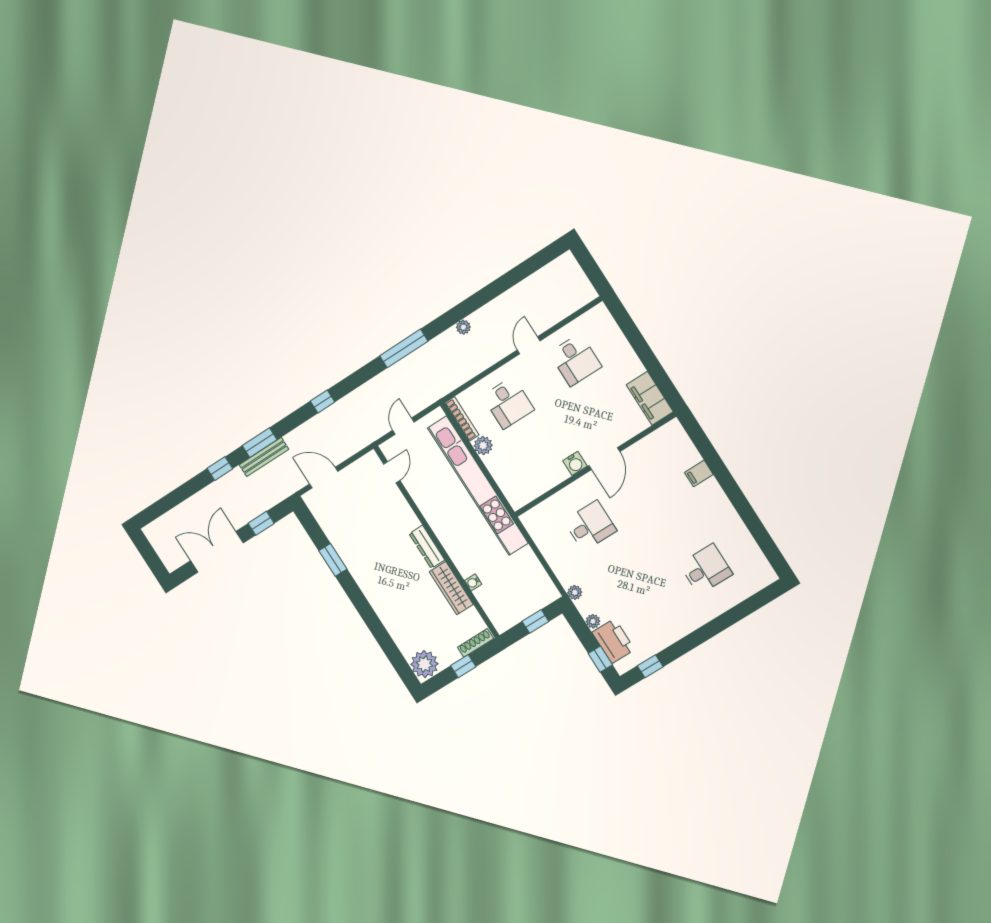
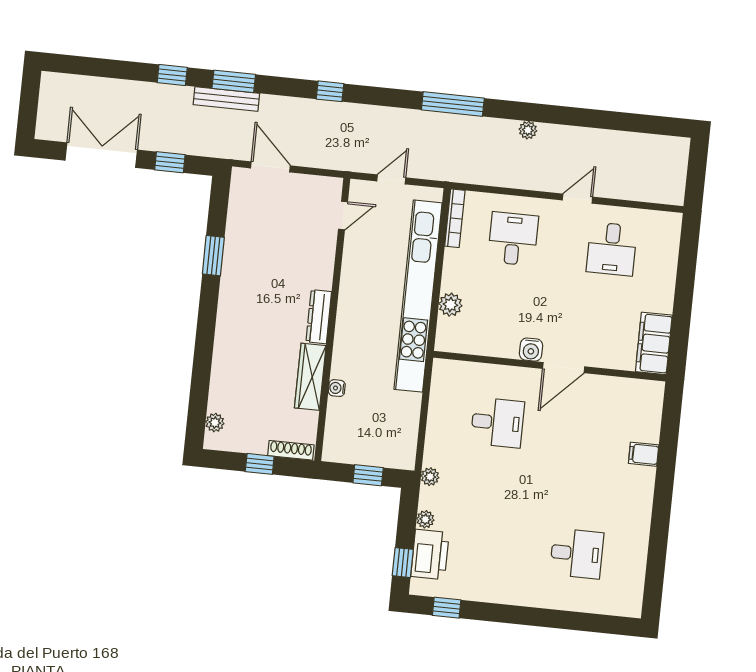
desk: (508, 403) -> (513, 239), turned 180
plant: (483, 445) -> (450, 305), moved
plant: (424, 664) -> (215, 423), width x0.53, depth x0.53

